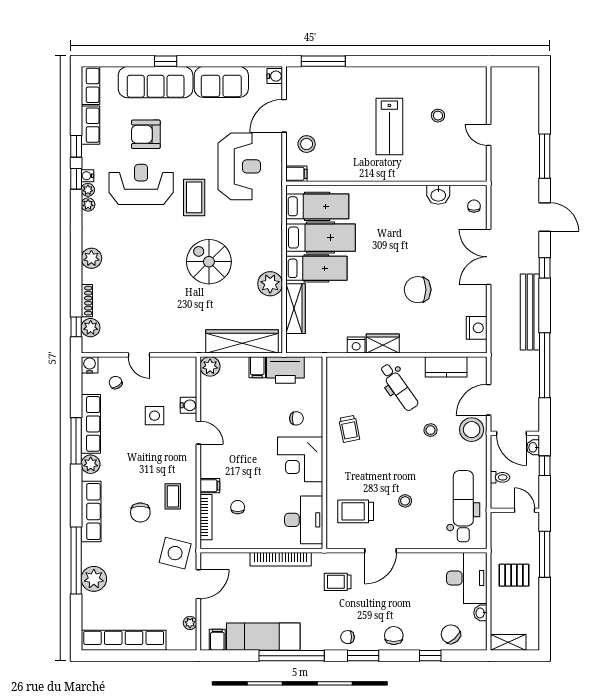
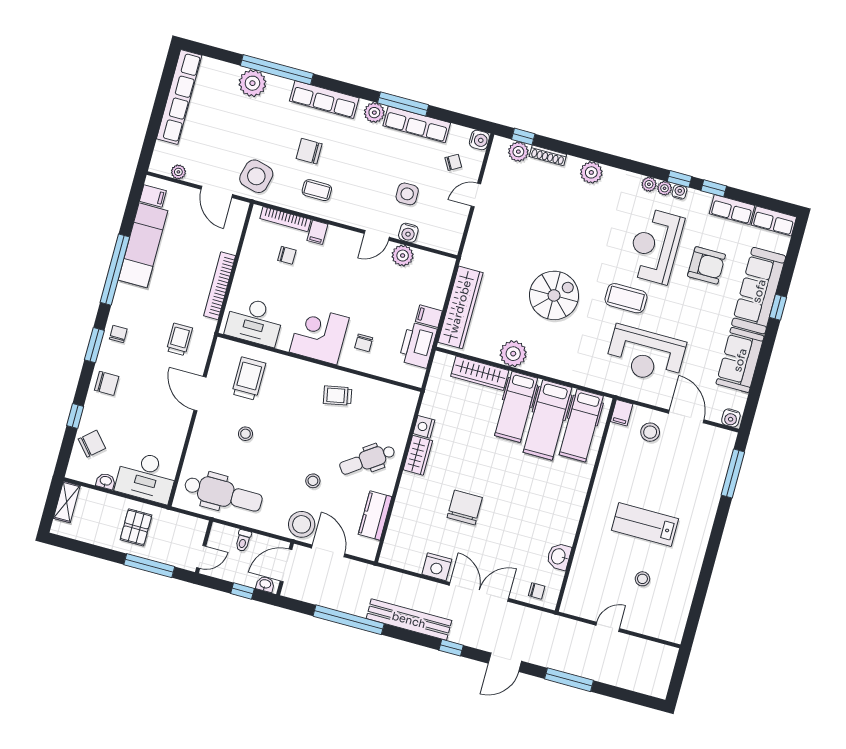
armchair: (146, 134) -> (706, 265), turned 90
reception desk: (141, 184) -> (655, 246), turned 180
nightstand: (477, 328) -> (437, 567), moved
plant: (210, 366) -> (403, 256), moved

